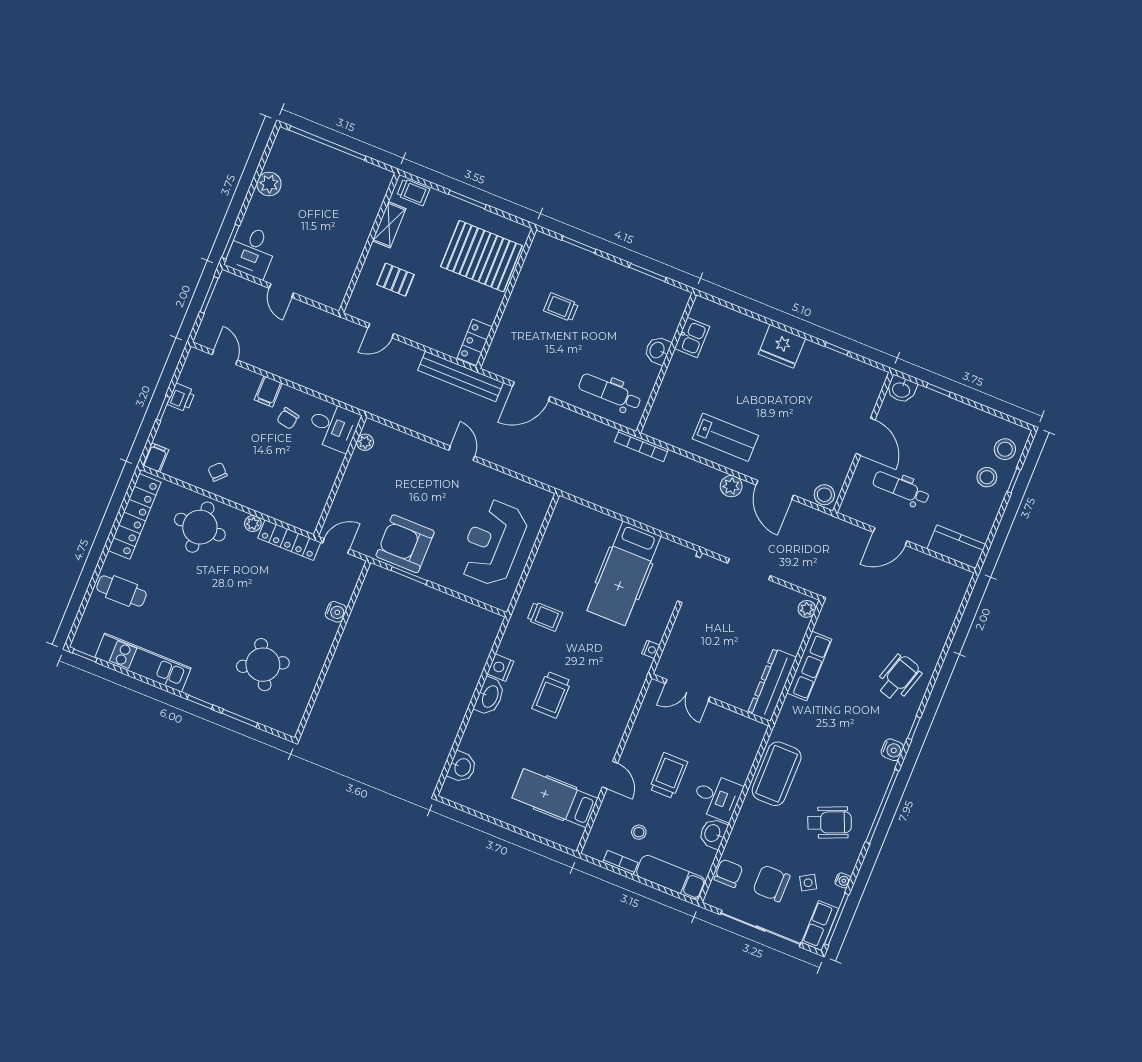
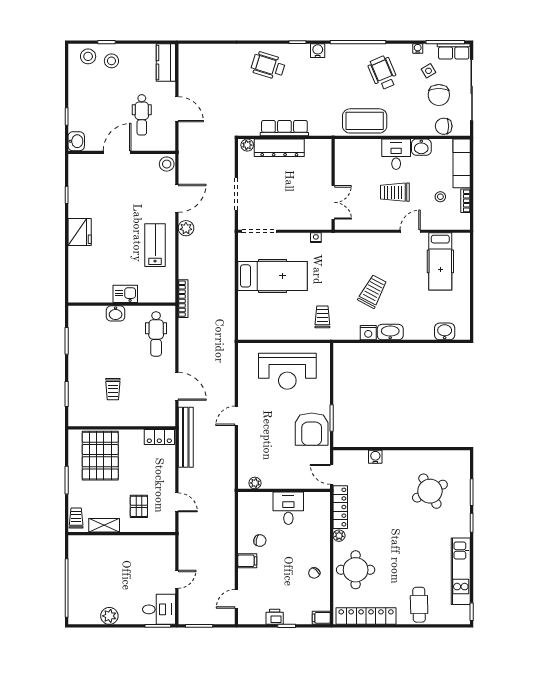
kitchen sink: (692, 337) -> (125, 294), moved
desk: (333, 426) -> (288, 508), moved
dresser: (772, 685) -> (279, 148), moved
trolley: (552, 695) -> (373, 291), turned -62

